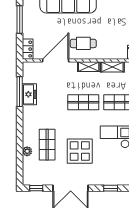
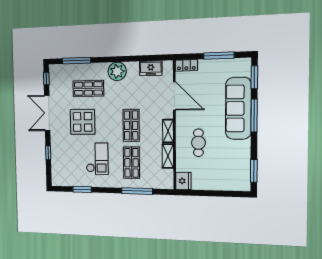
cafe table: (83, 43) -> (198, 143), moved
window: (20, 92) -> (76, 61), moved
freezer: (29, 94) -> (151, 68), moved
plant: (27, 151) -> (117, 71), moved, width x1.88, depth x1.88

